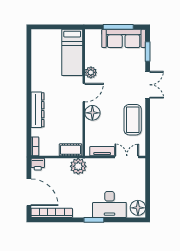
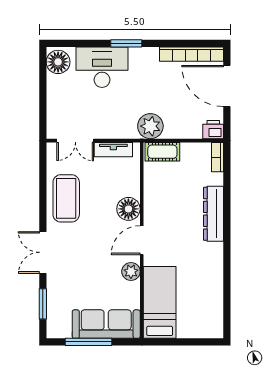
sofa: (124, 38) -> (106, 324), moved

